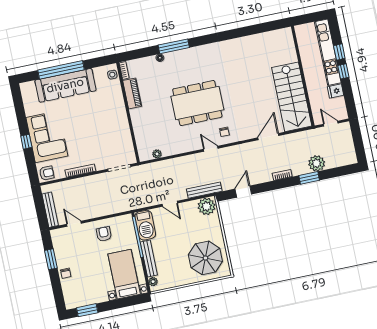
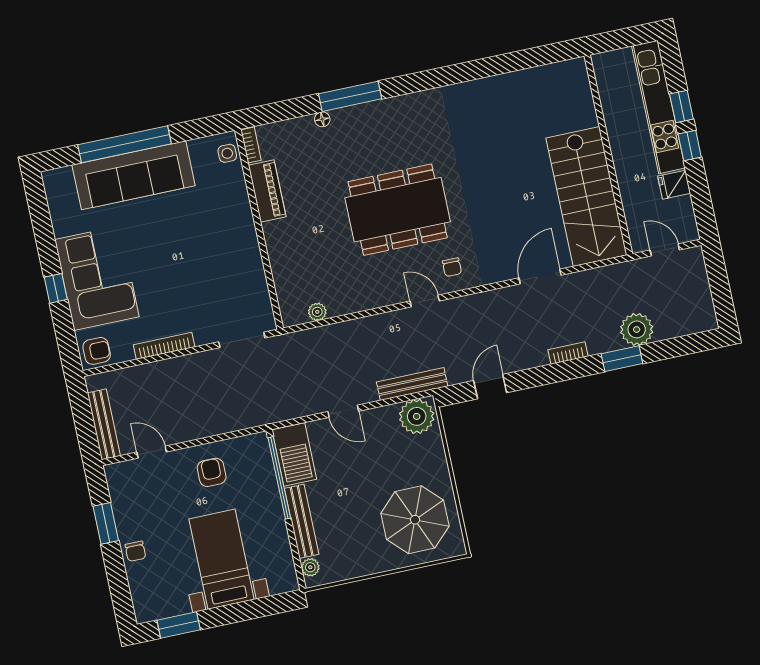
bed with nightstands: (124, 274) -> (221, 559), moved

